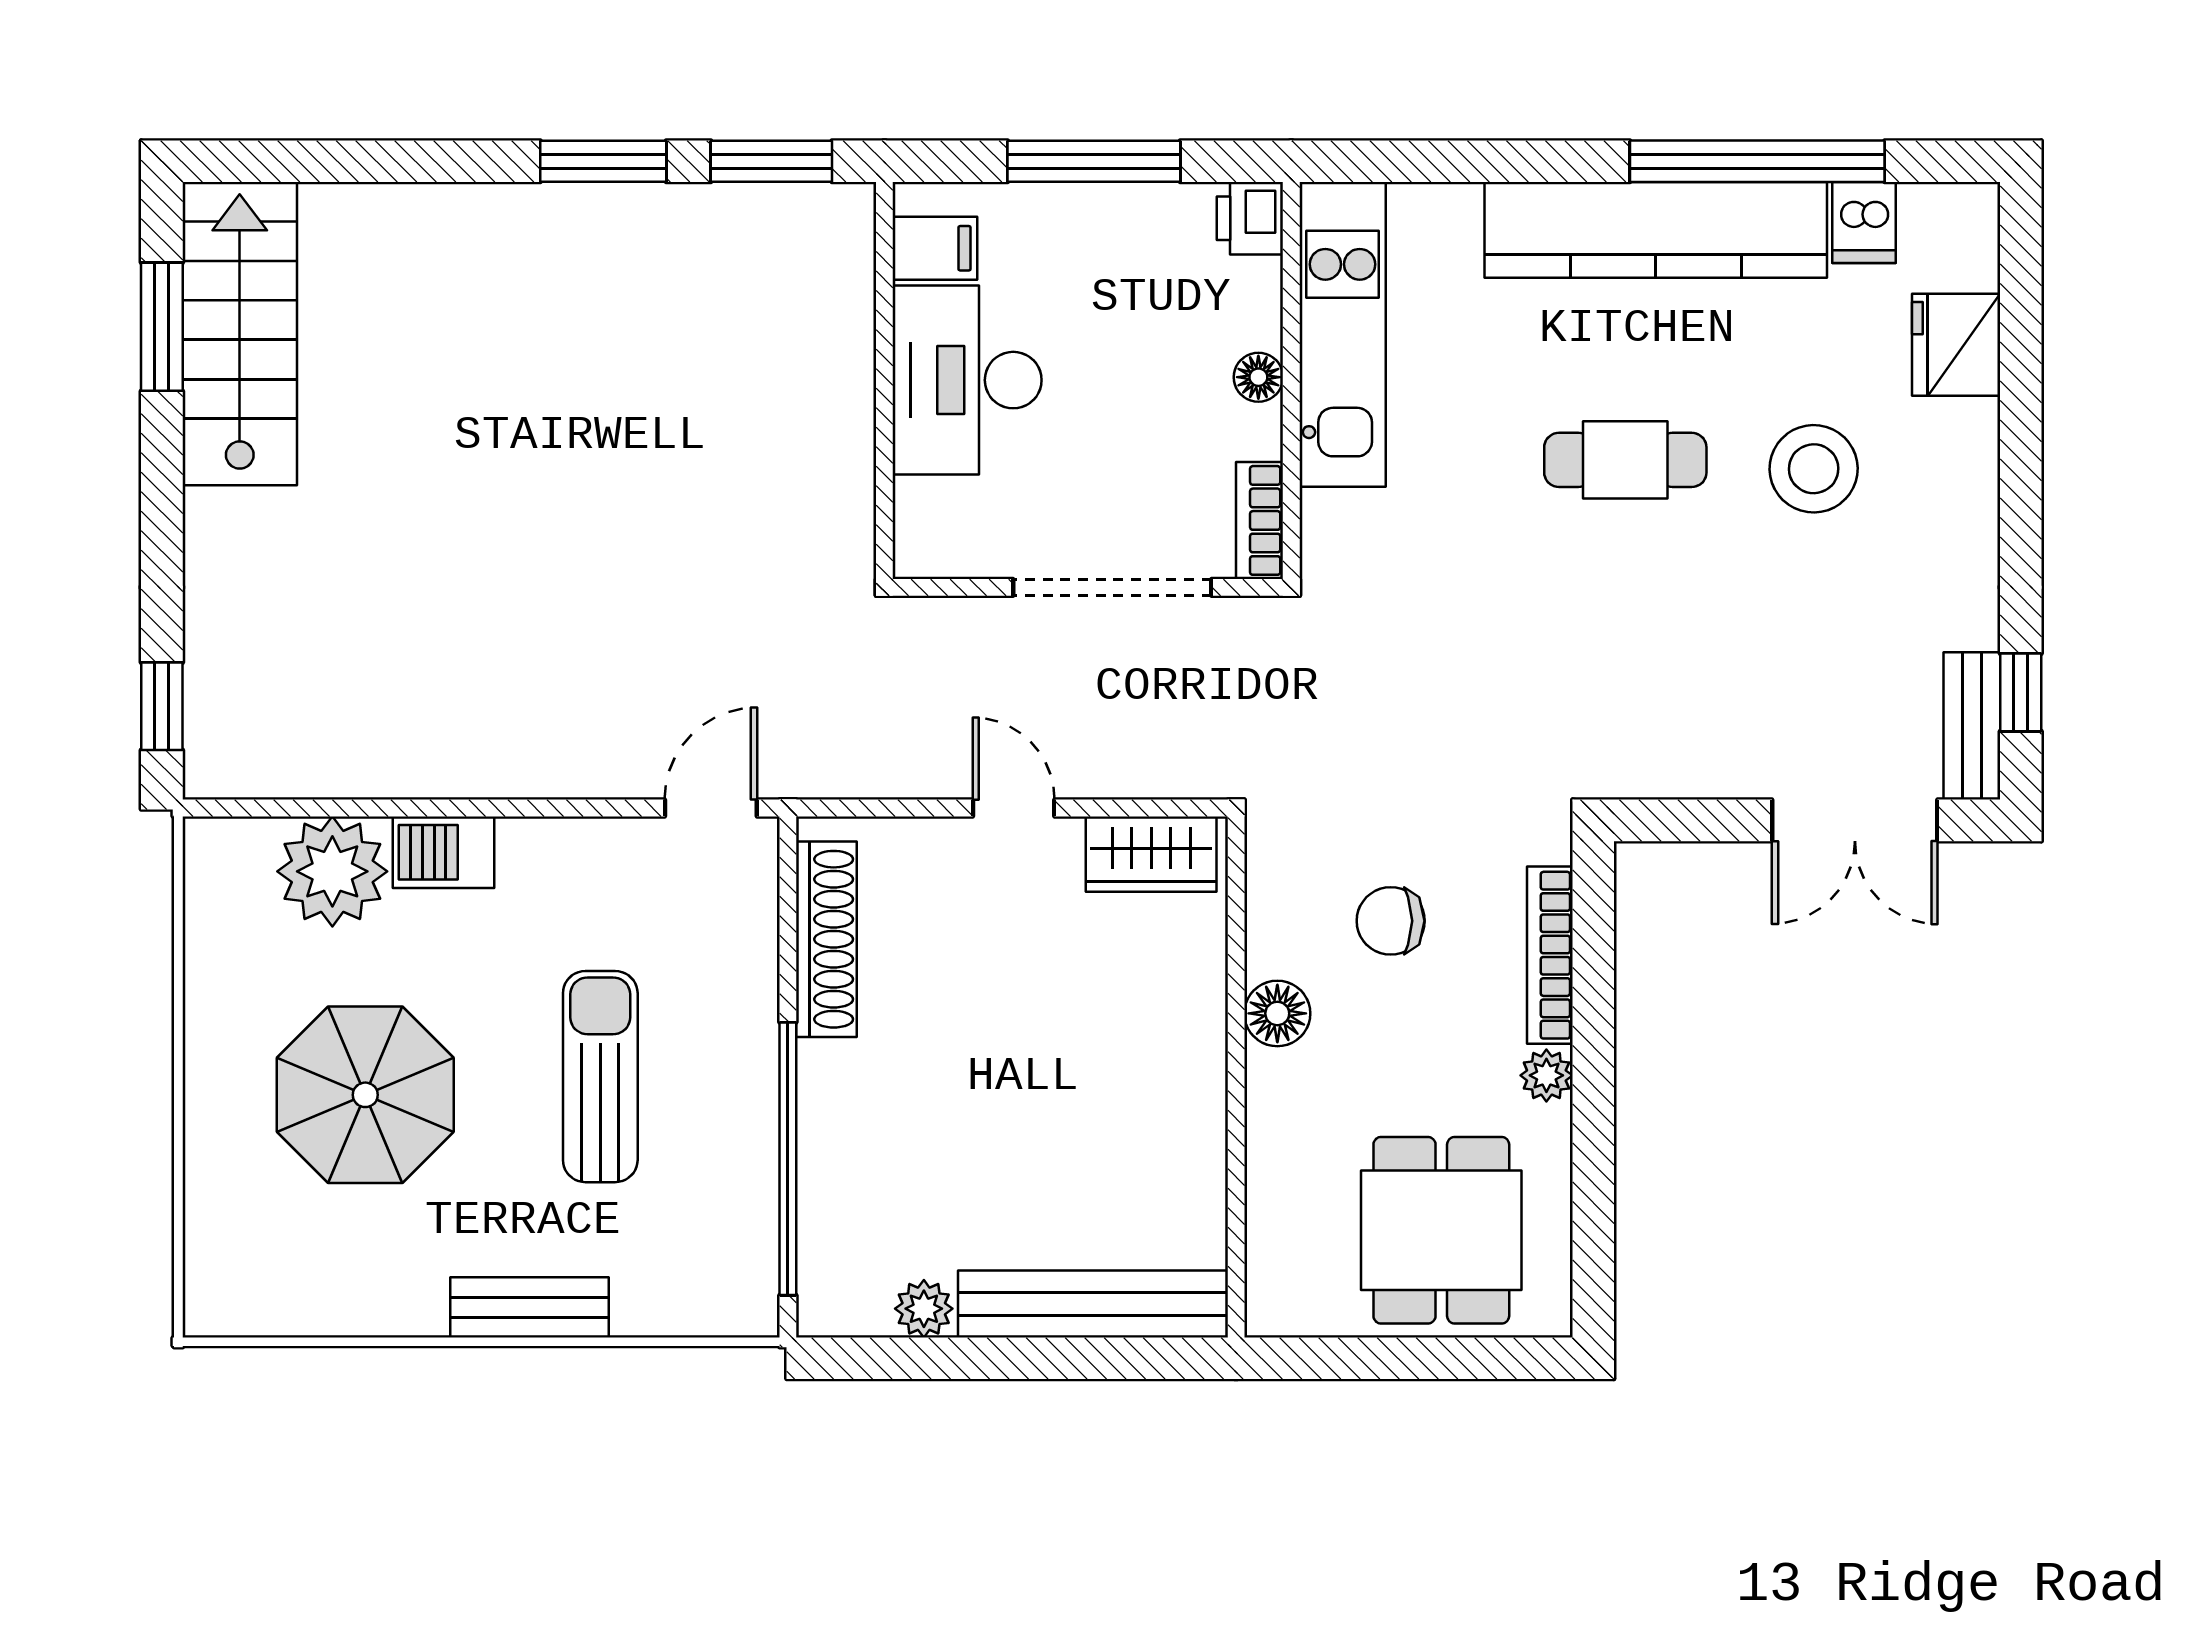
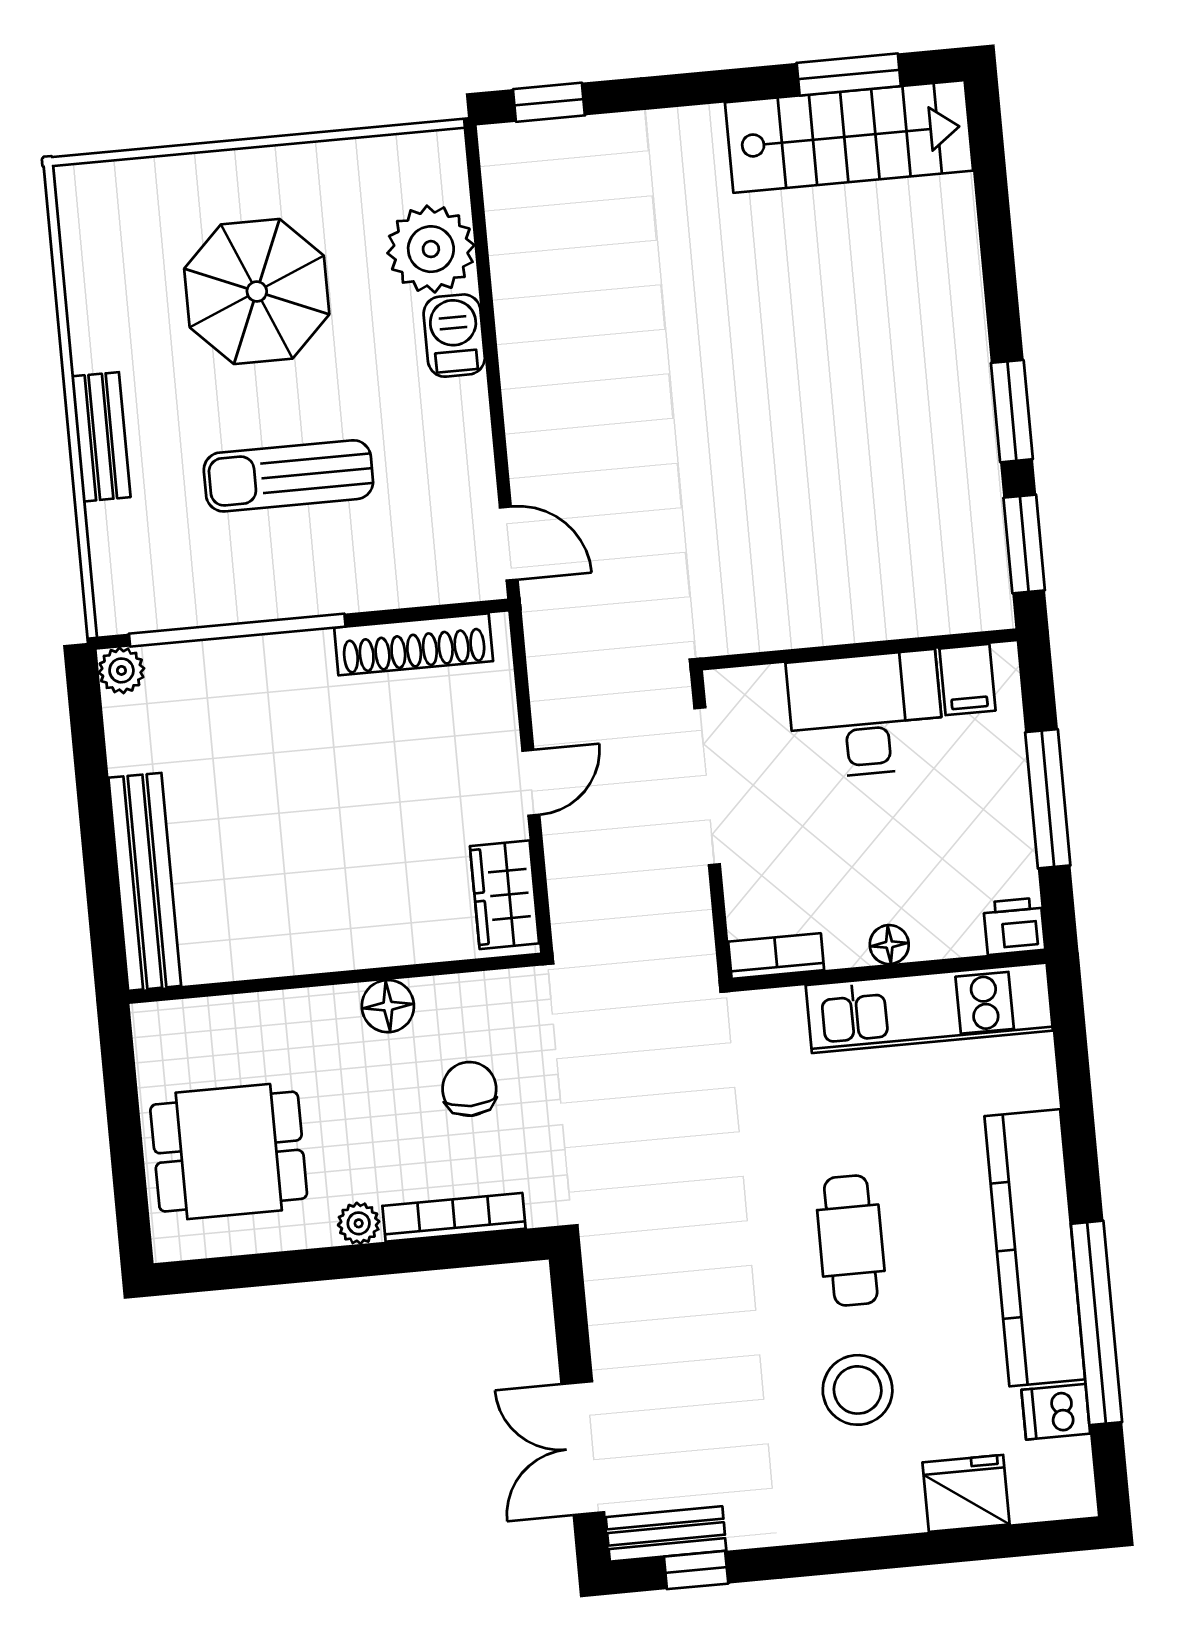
doorway: (1112, 587) -> (707, 786), moved
sun lounger: (600, 1077) -> (288, 476), turned 180
plant: (924, 1309) -> (121, 670), moved

